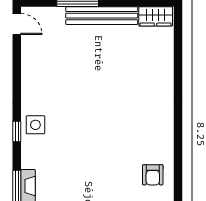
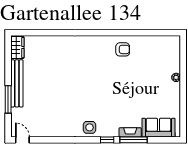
door: (17, 24) -> (22, 140), hinge flipped
window: (17, 131) -> (107, 140), moved

